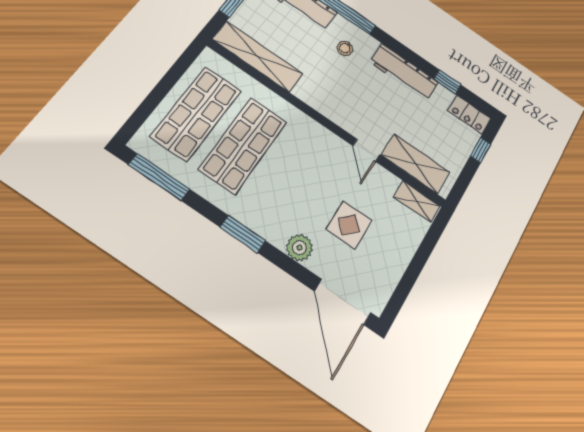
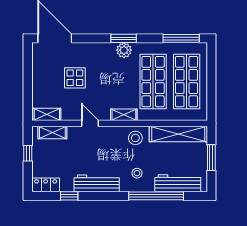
stool: (318, 91) -> (135, 138), added
shelving: (314, 130) -> (124, 115), added
window: (481, 150) -> (28, 153), moved
shelving: (416, 164) -> (52, 132), width x0.67, depth x0.75
plant: (299, 248) -> (124, 50), moved

